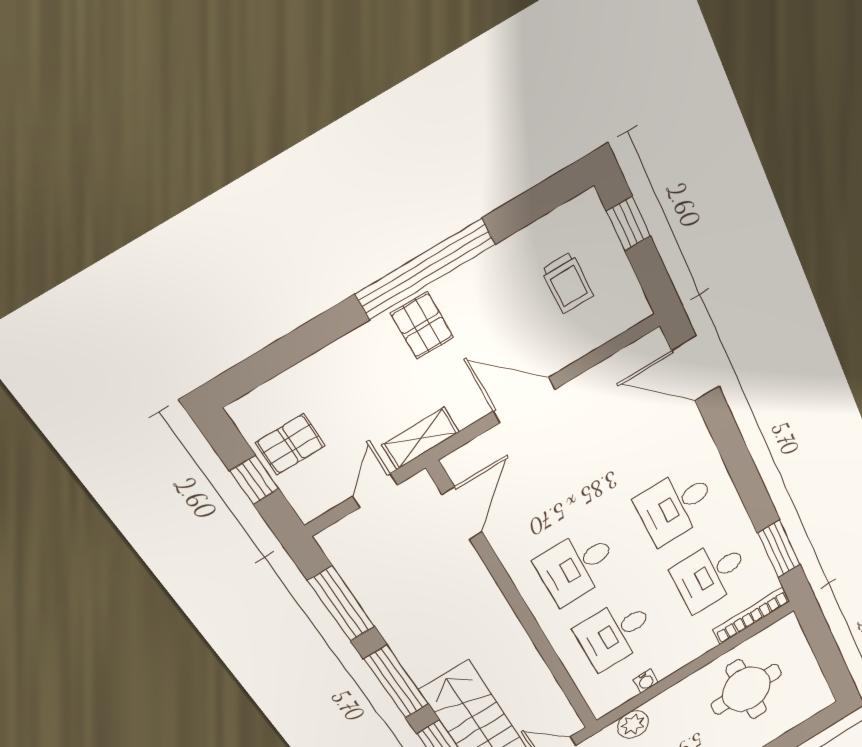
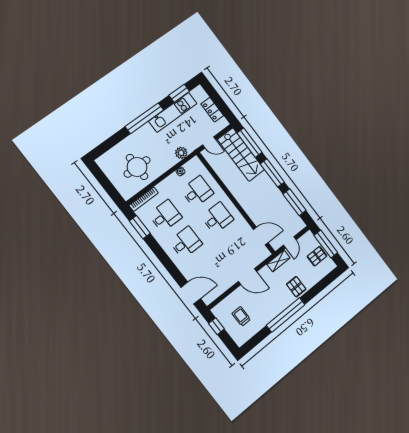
window: (629, 224) -> (216, 326), moved
pallet: (422, 325) -> (296, 287), moved
window: (254, 480) -> (326, 244), width x2.17
door: (462, 513) -> (261, 236), swing flipped

